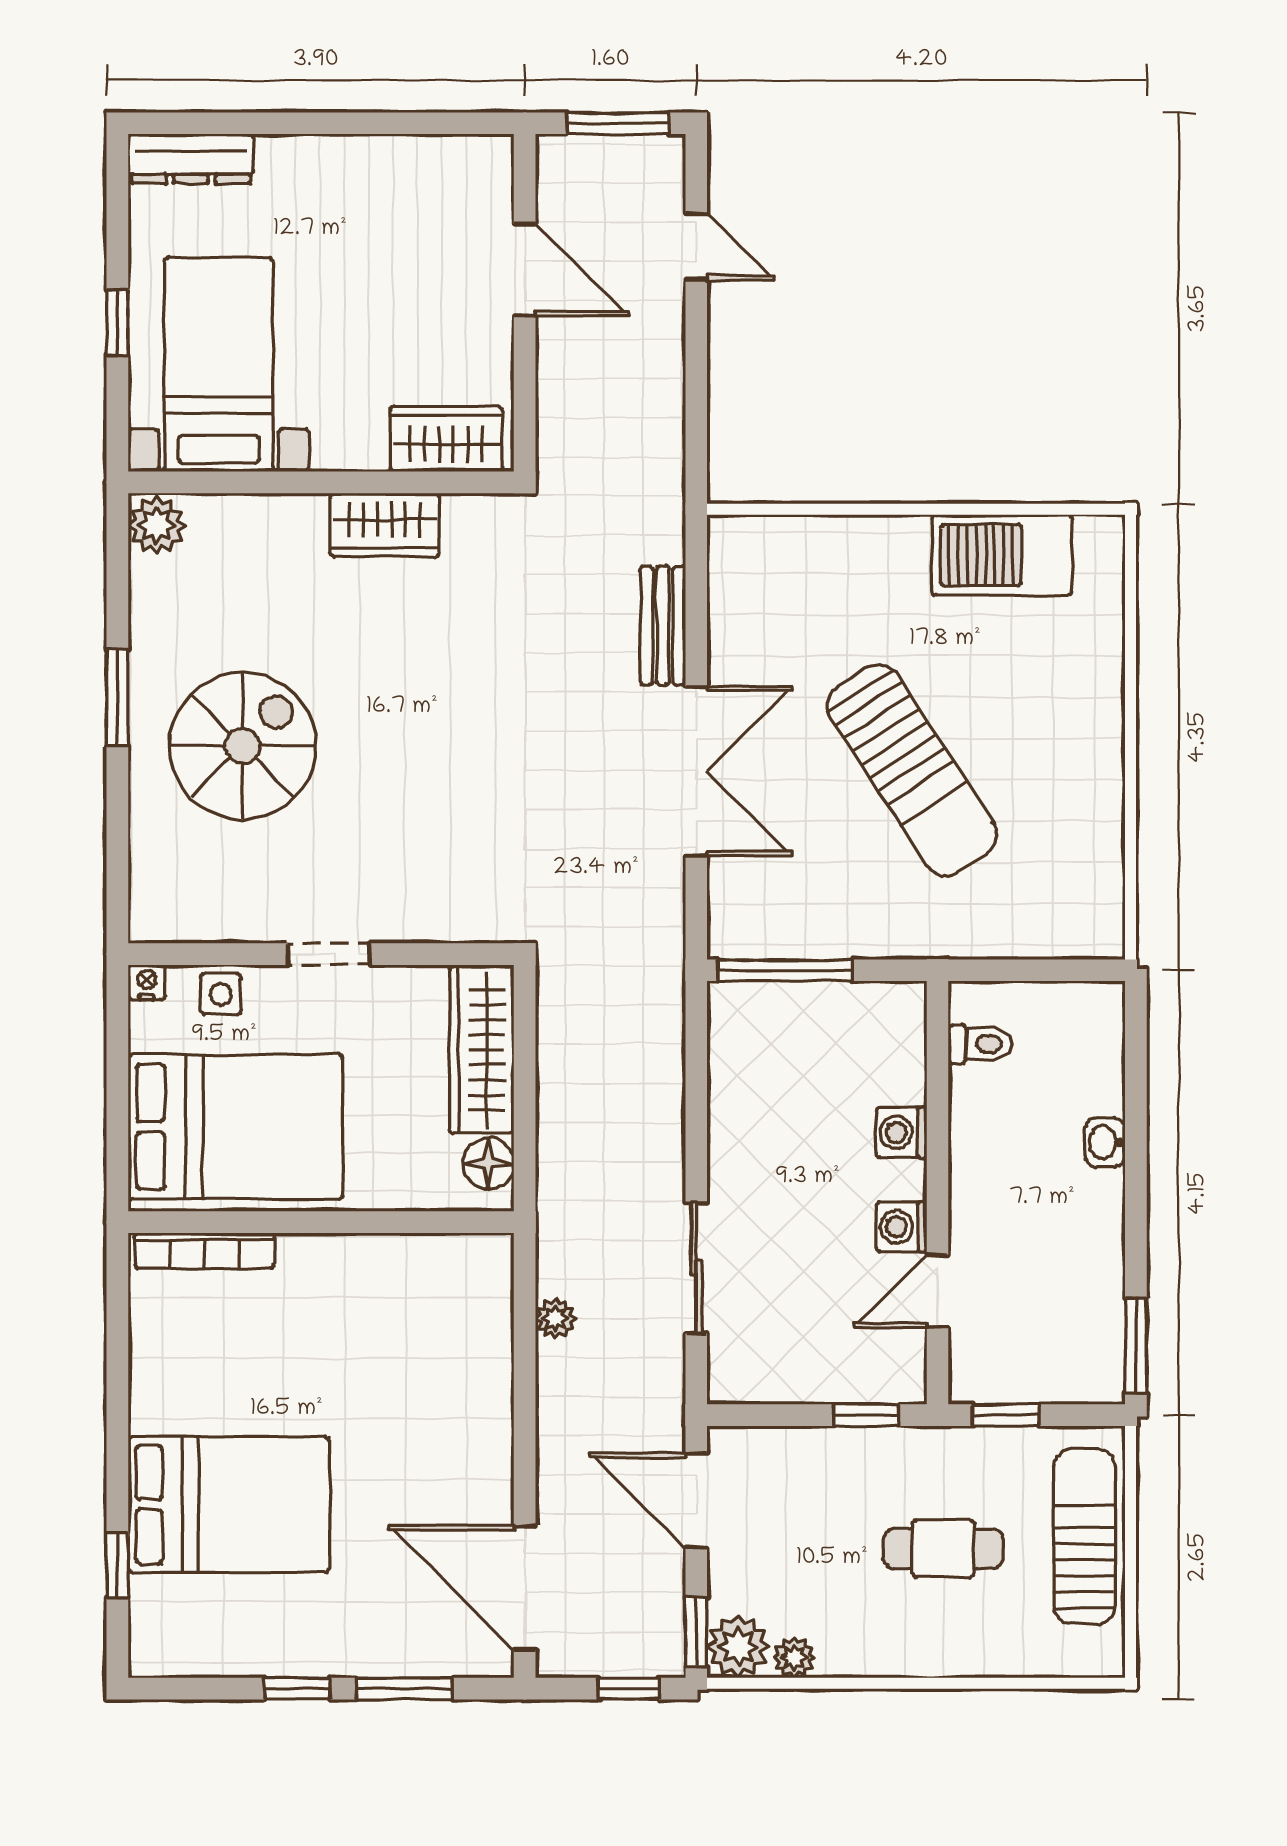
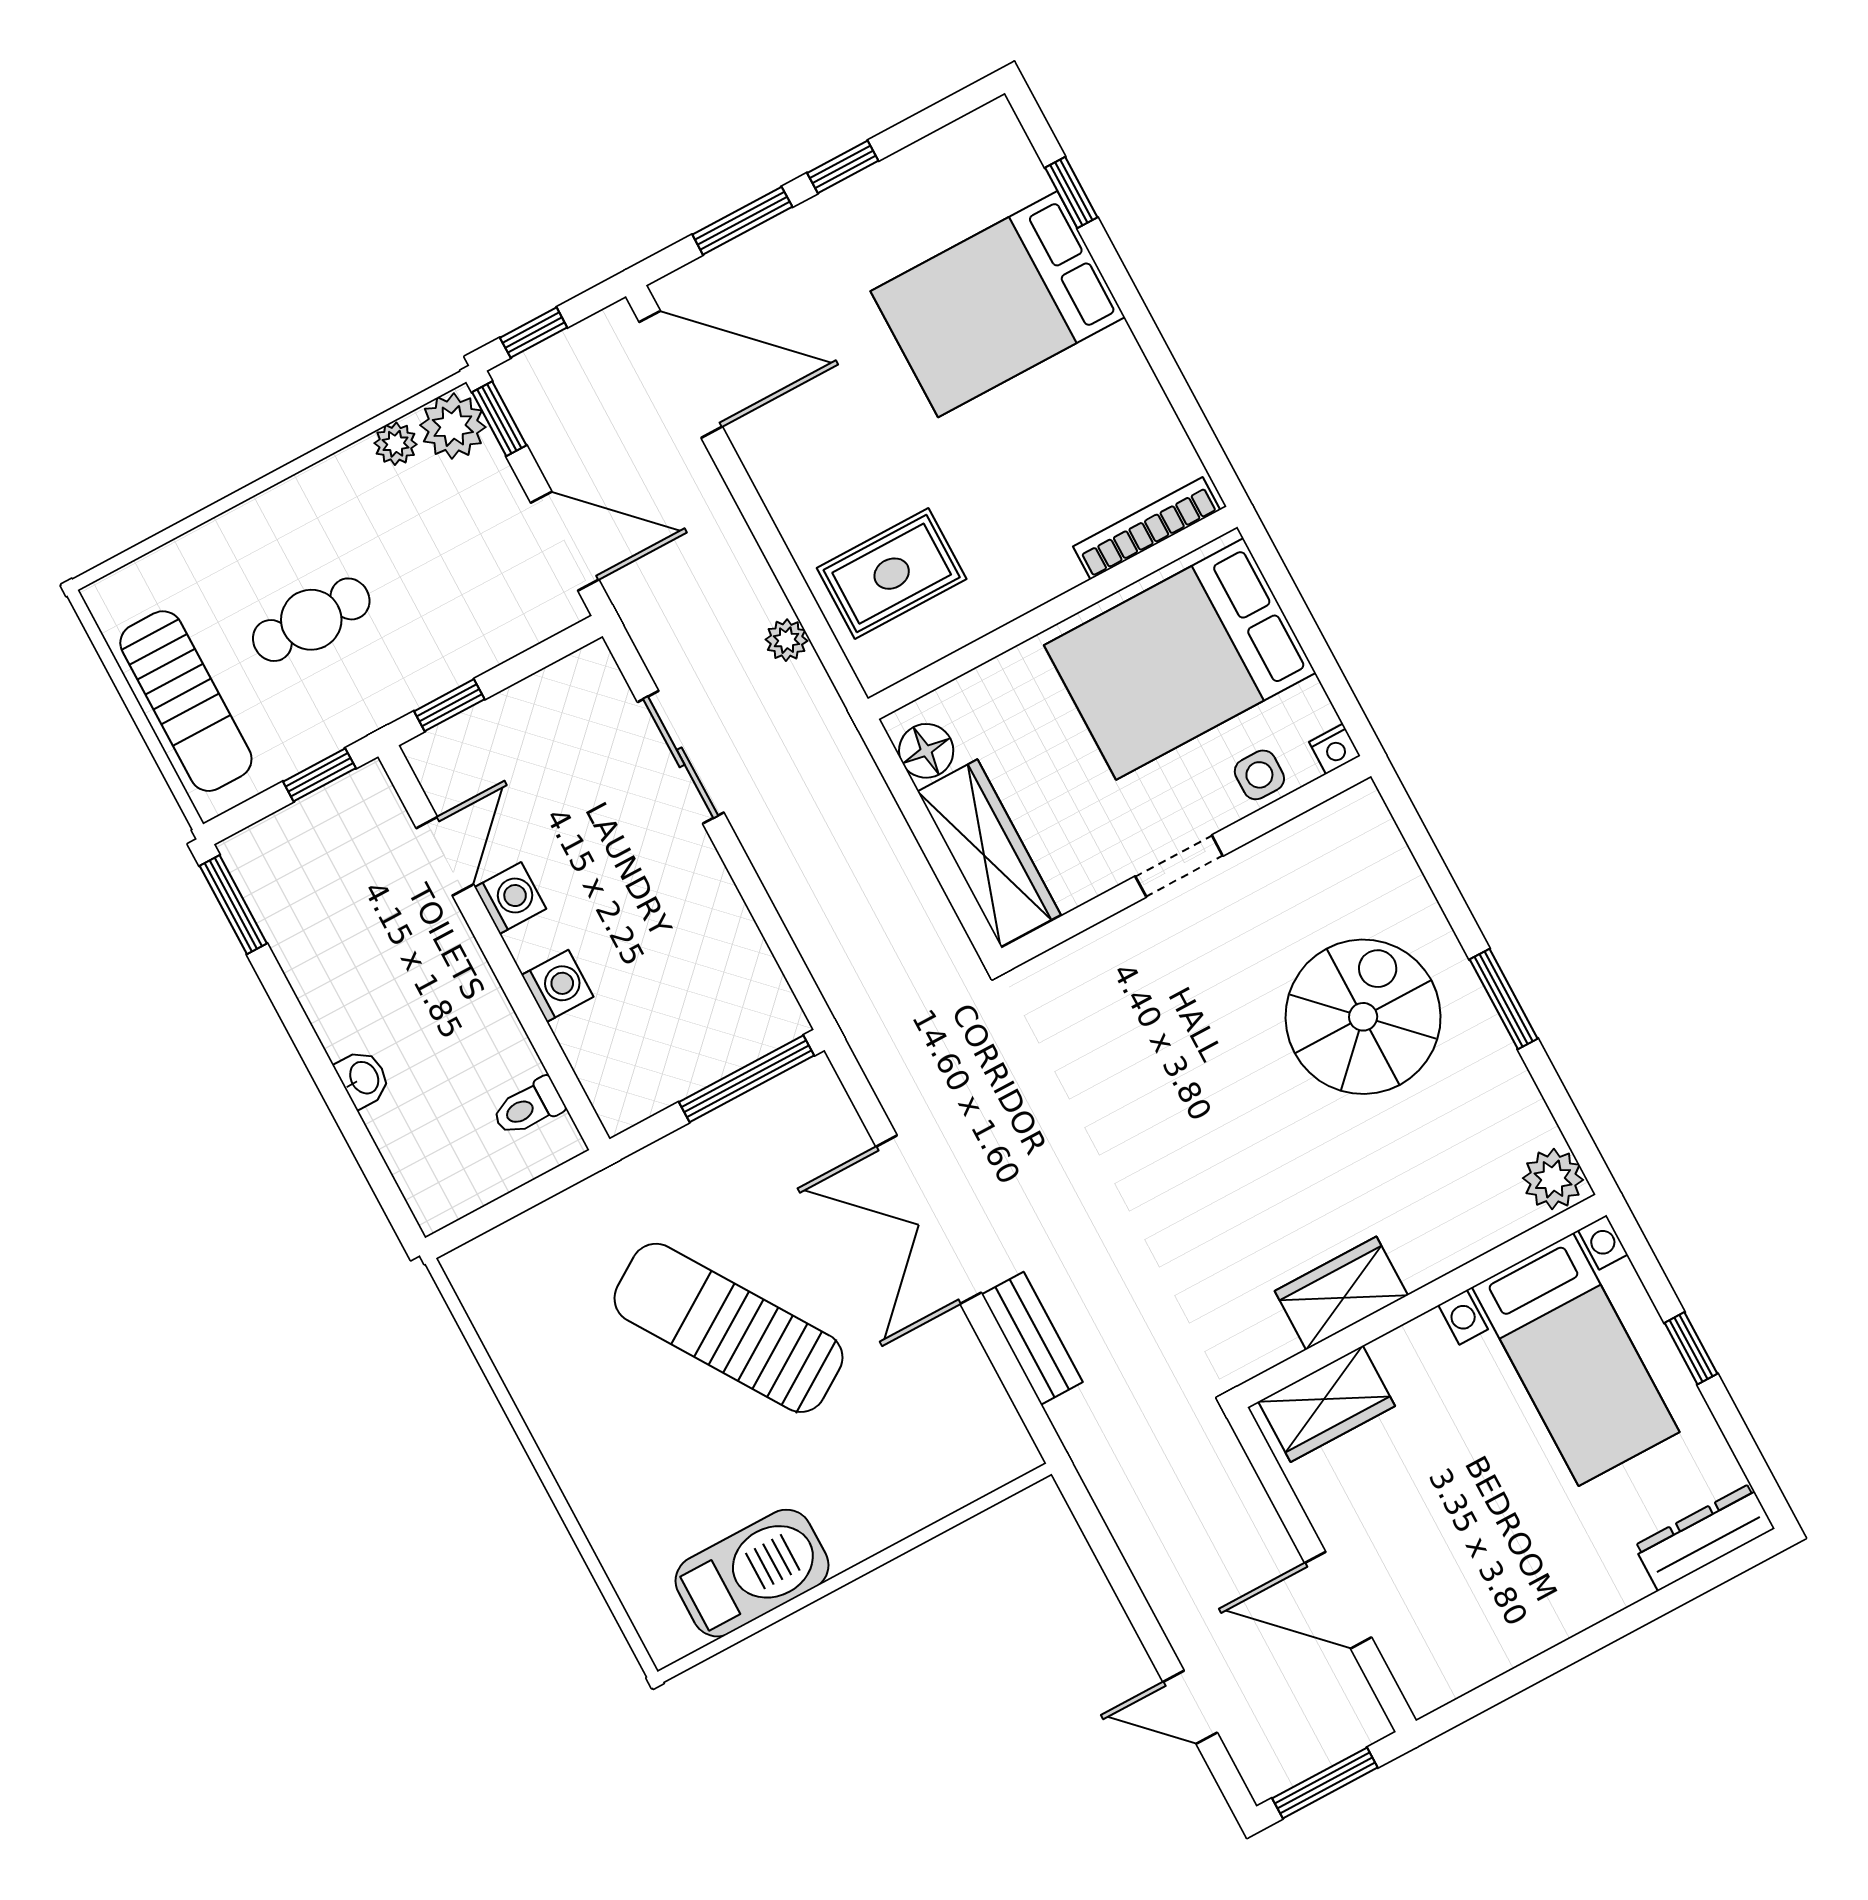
spiral stairs: (243, 746) -> (1363, 1017), turned 180
rug: (438, 1327) -> (892, 574), added

